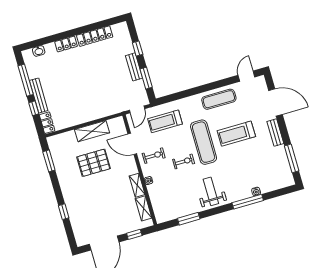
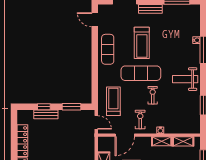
bench: (134, 67) -> (46, 114), moved
treadmill: (165, 121) -> (113, 101), turned 180

